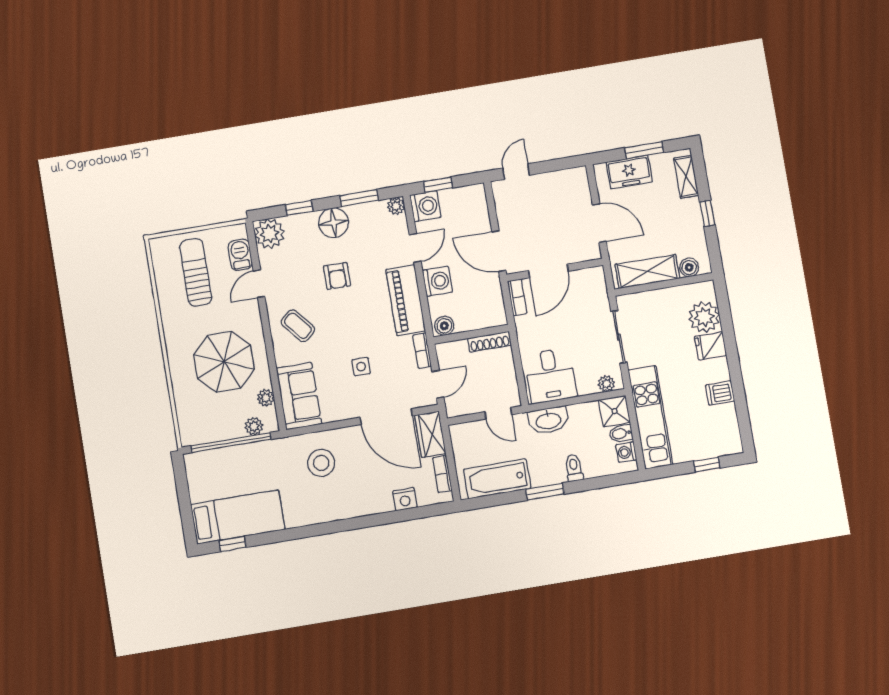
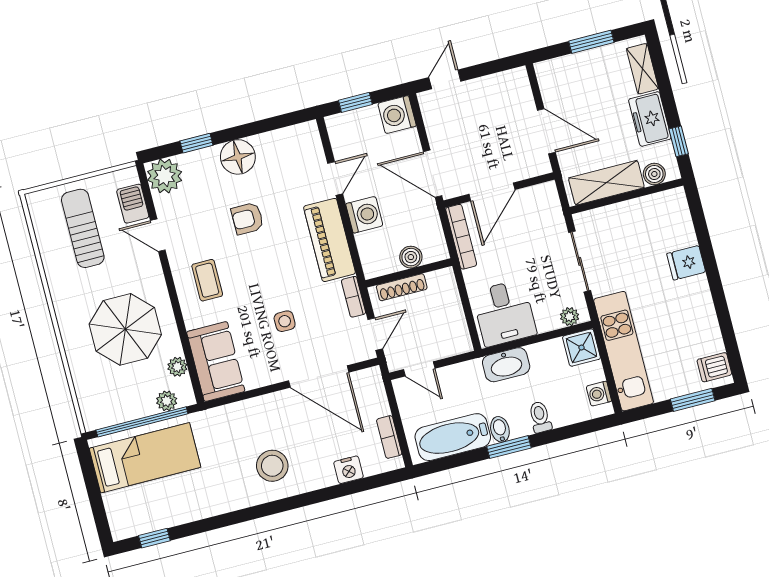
freezer: (629, 172) -> (650, 119), moved, turned 90
window: (359, 198) -> (265, 126), removed
plant: (396, 206) -> (309, 131), removed
washing machine: (425, 206) -> (397, 115), moved, turned 180
window: (707, 213) -> (679, 141), moved
armchair: (337, 276) -> (247, 219), turned 90
door: (259, 284) -> (158, 235), hinge flipped
bookcase: (517, 297) -> (461, 237), width x1.56
plant: (704, 317) -> (676, 230), removed
coffee table: (298, 326) -> (207, 280), turned 40
boiler: (444, 326) -> (411, 257), moved
shoe rack: (490, 342) -> (402, 287), moved
dishwasher: (720, 393) -> (714, 367), moved
door: (498, 413) -> (419, 369), moved
wardrobe: (430, 434) -> (371, 393), removed
bidet: (621, 434) -> (500, 429), moved, turned 90
stool: (321, 463) -> (272, 466), moved
window: (707, 465) -> (693, 400), width x1.50
bed: (238, 517) -> (145, 458), moved

